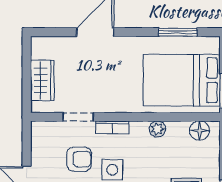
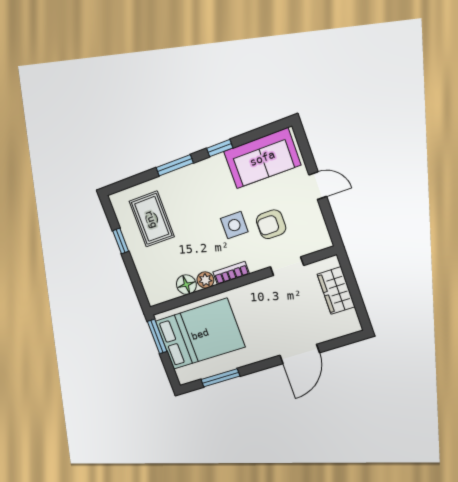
bookcase: (112, 128) -> (231, 273), moved
floor lamp: (200, 131) -> (186, 285), moved

